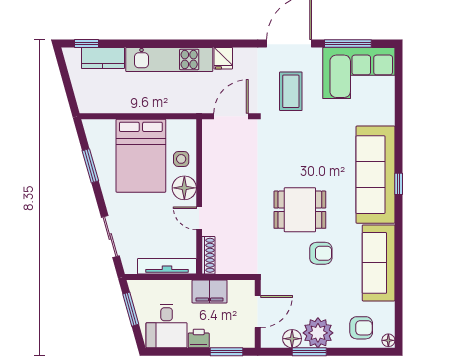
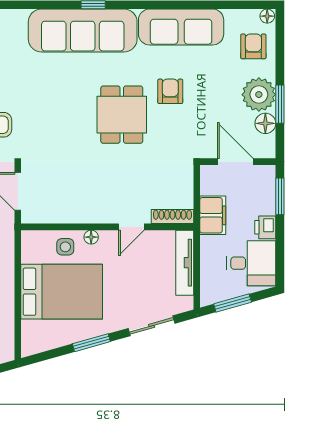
window: (90, 166) -> (91, 343), moved
floor lamp: (184, 188) -> (91, 237), width x0.53, depth x0.53

